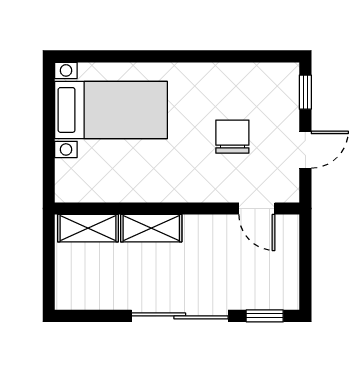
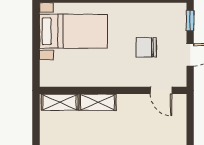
chair: (232, 137) -> (146, 47), turned -90

